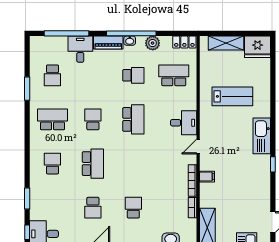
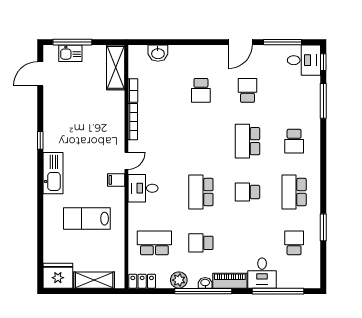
school desk: (174, 75) -> (154, 243), turned 180
school desk: (52, 119) -> (294, 192), turned 90
school desk: (93, 119) -> (248, 192), turned 90
filing cabinet: (207, 177) -> (116, 180), moved
window: (27, 199) -> (323, 101), width x1.44

